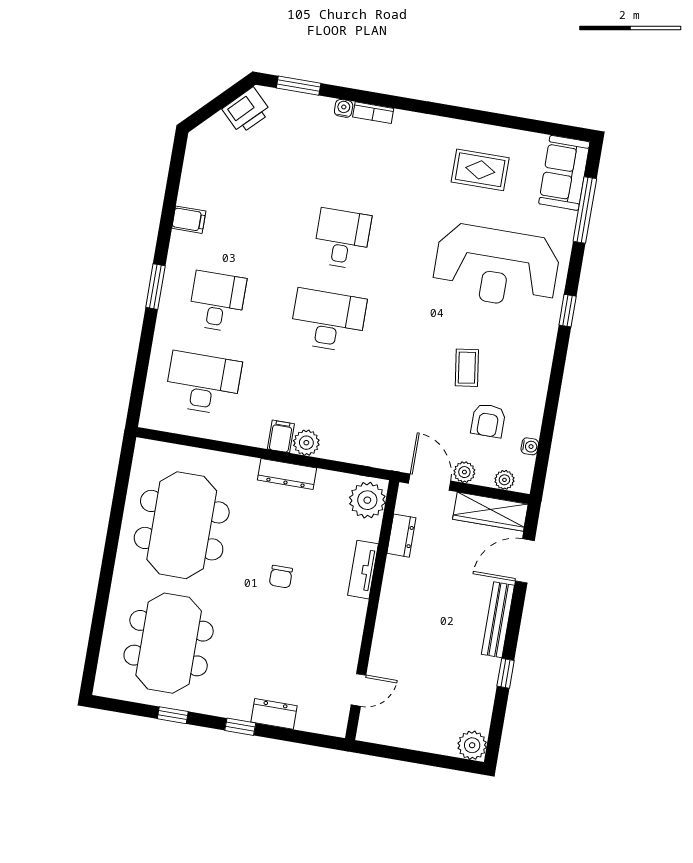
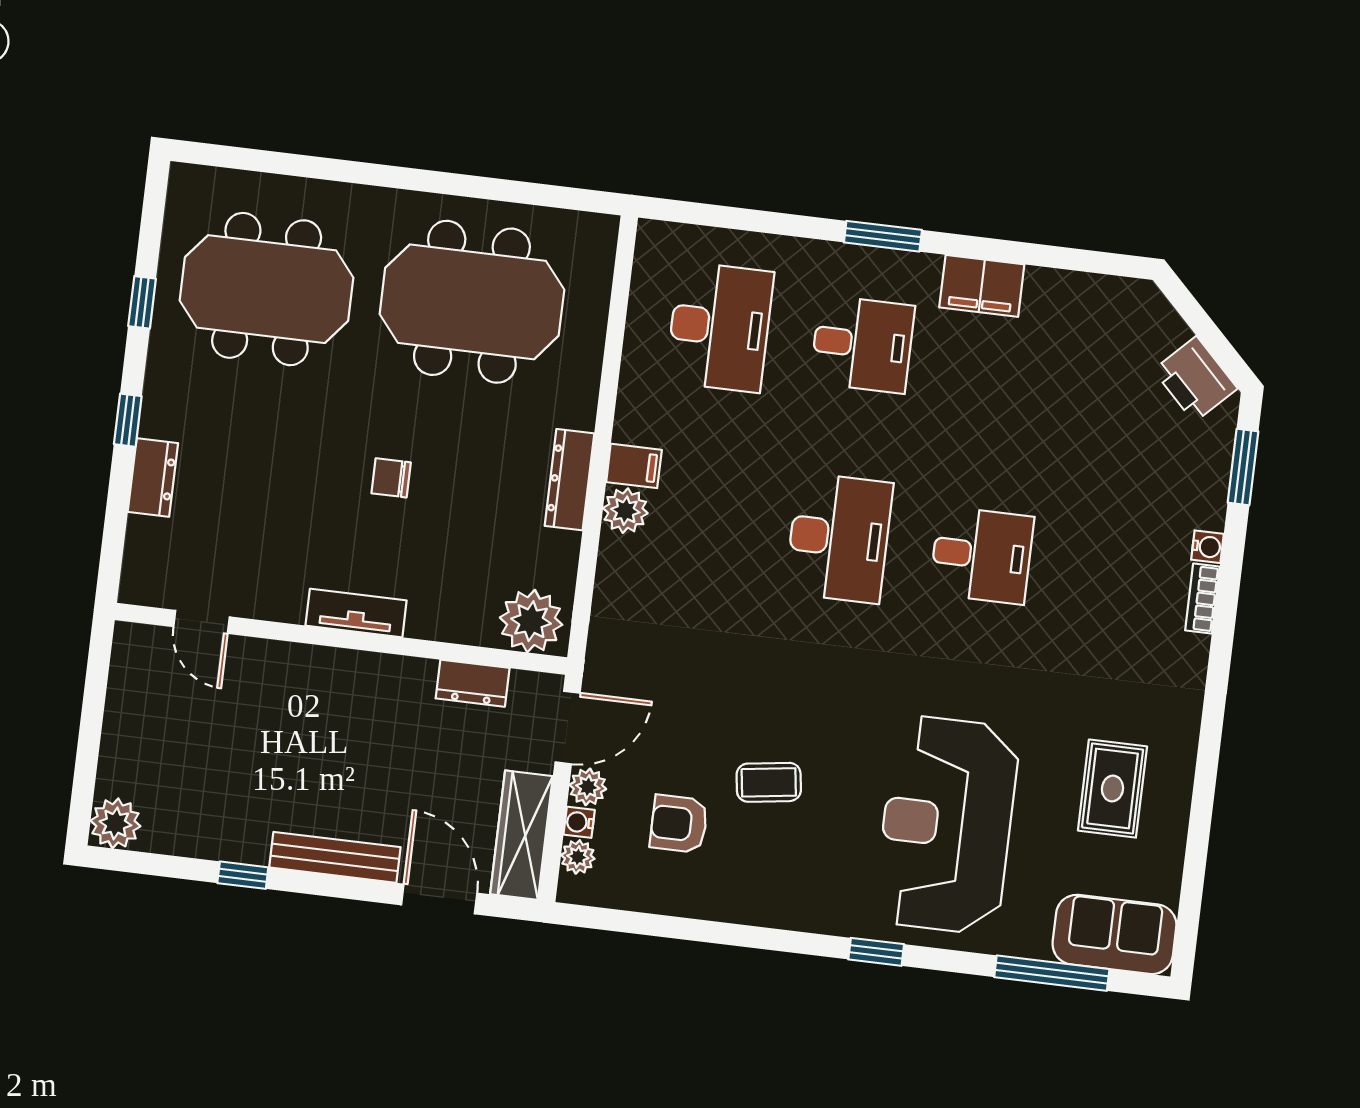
filing cabinet: (189, 220) -> (982, 286), width x2.00
water cooler: (530, 446) -> (579, 822), moved, turned 90
tv unit: (363, 570) -> (356, 613), moved

